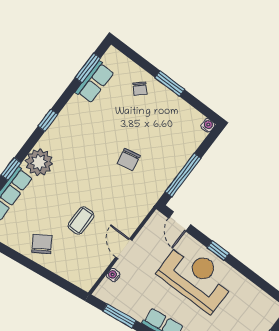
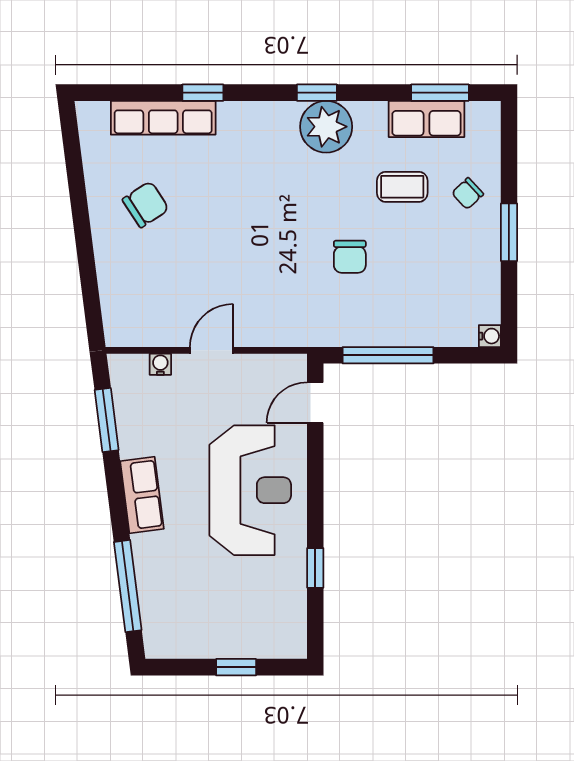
chair: (129, 159) -> (350, 257), turned -79
plant: (39, 162) -> (326, 127), moved
coffee table: (81, 220) -> (402, 187), moved
chair: (42, 244) -> (146, 204), moved
window: (218, 251) -> (315, 568), moved

